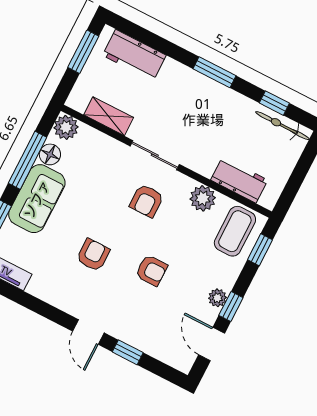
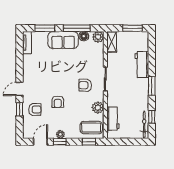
workbench: (134, 55) -> (142, 64), moved
shelving: (109, 116) -> (112, 42), moved
armchair: (93, 255) -> (35, 109), moved

